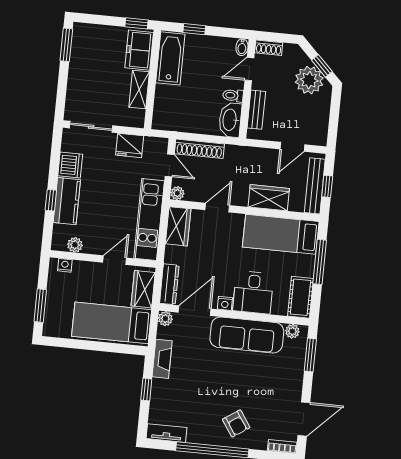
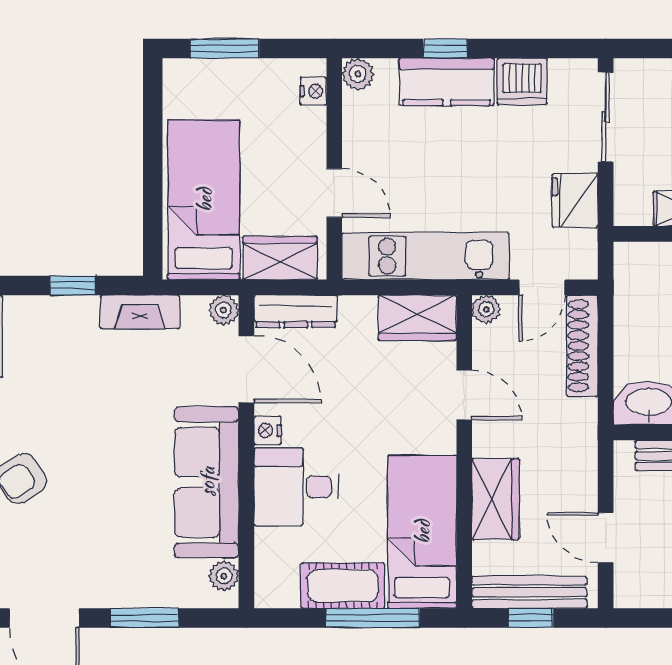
plant: (75, 245) -> (358, 74), moved
cot: (300, 297) -> (343, 586), moved
window: (310, 355) -> (145, 618), moved

